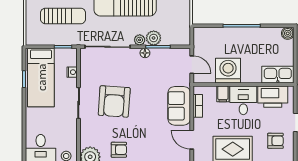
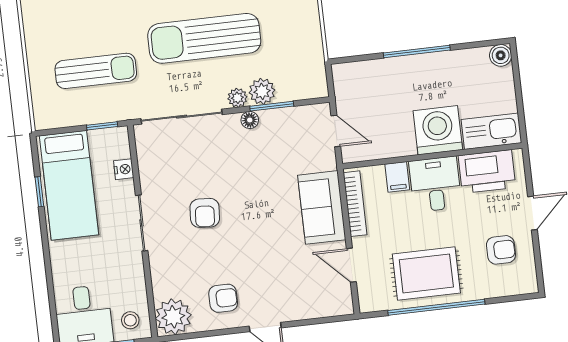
washing machine: (228, 71) -> (438, 130), moved
armchair: (114, 101) -> (205, 213), width x0.53, depth x0.53
bookcase: (198, 106) -> (355, 204), width x1.56

